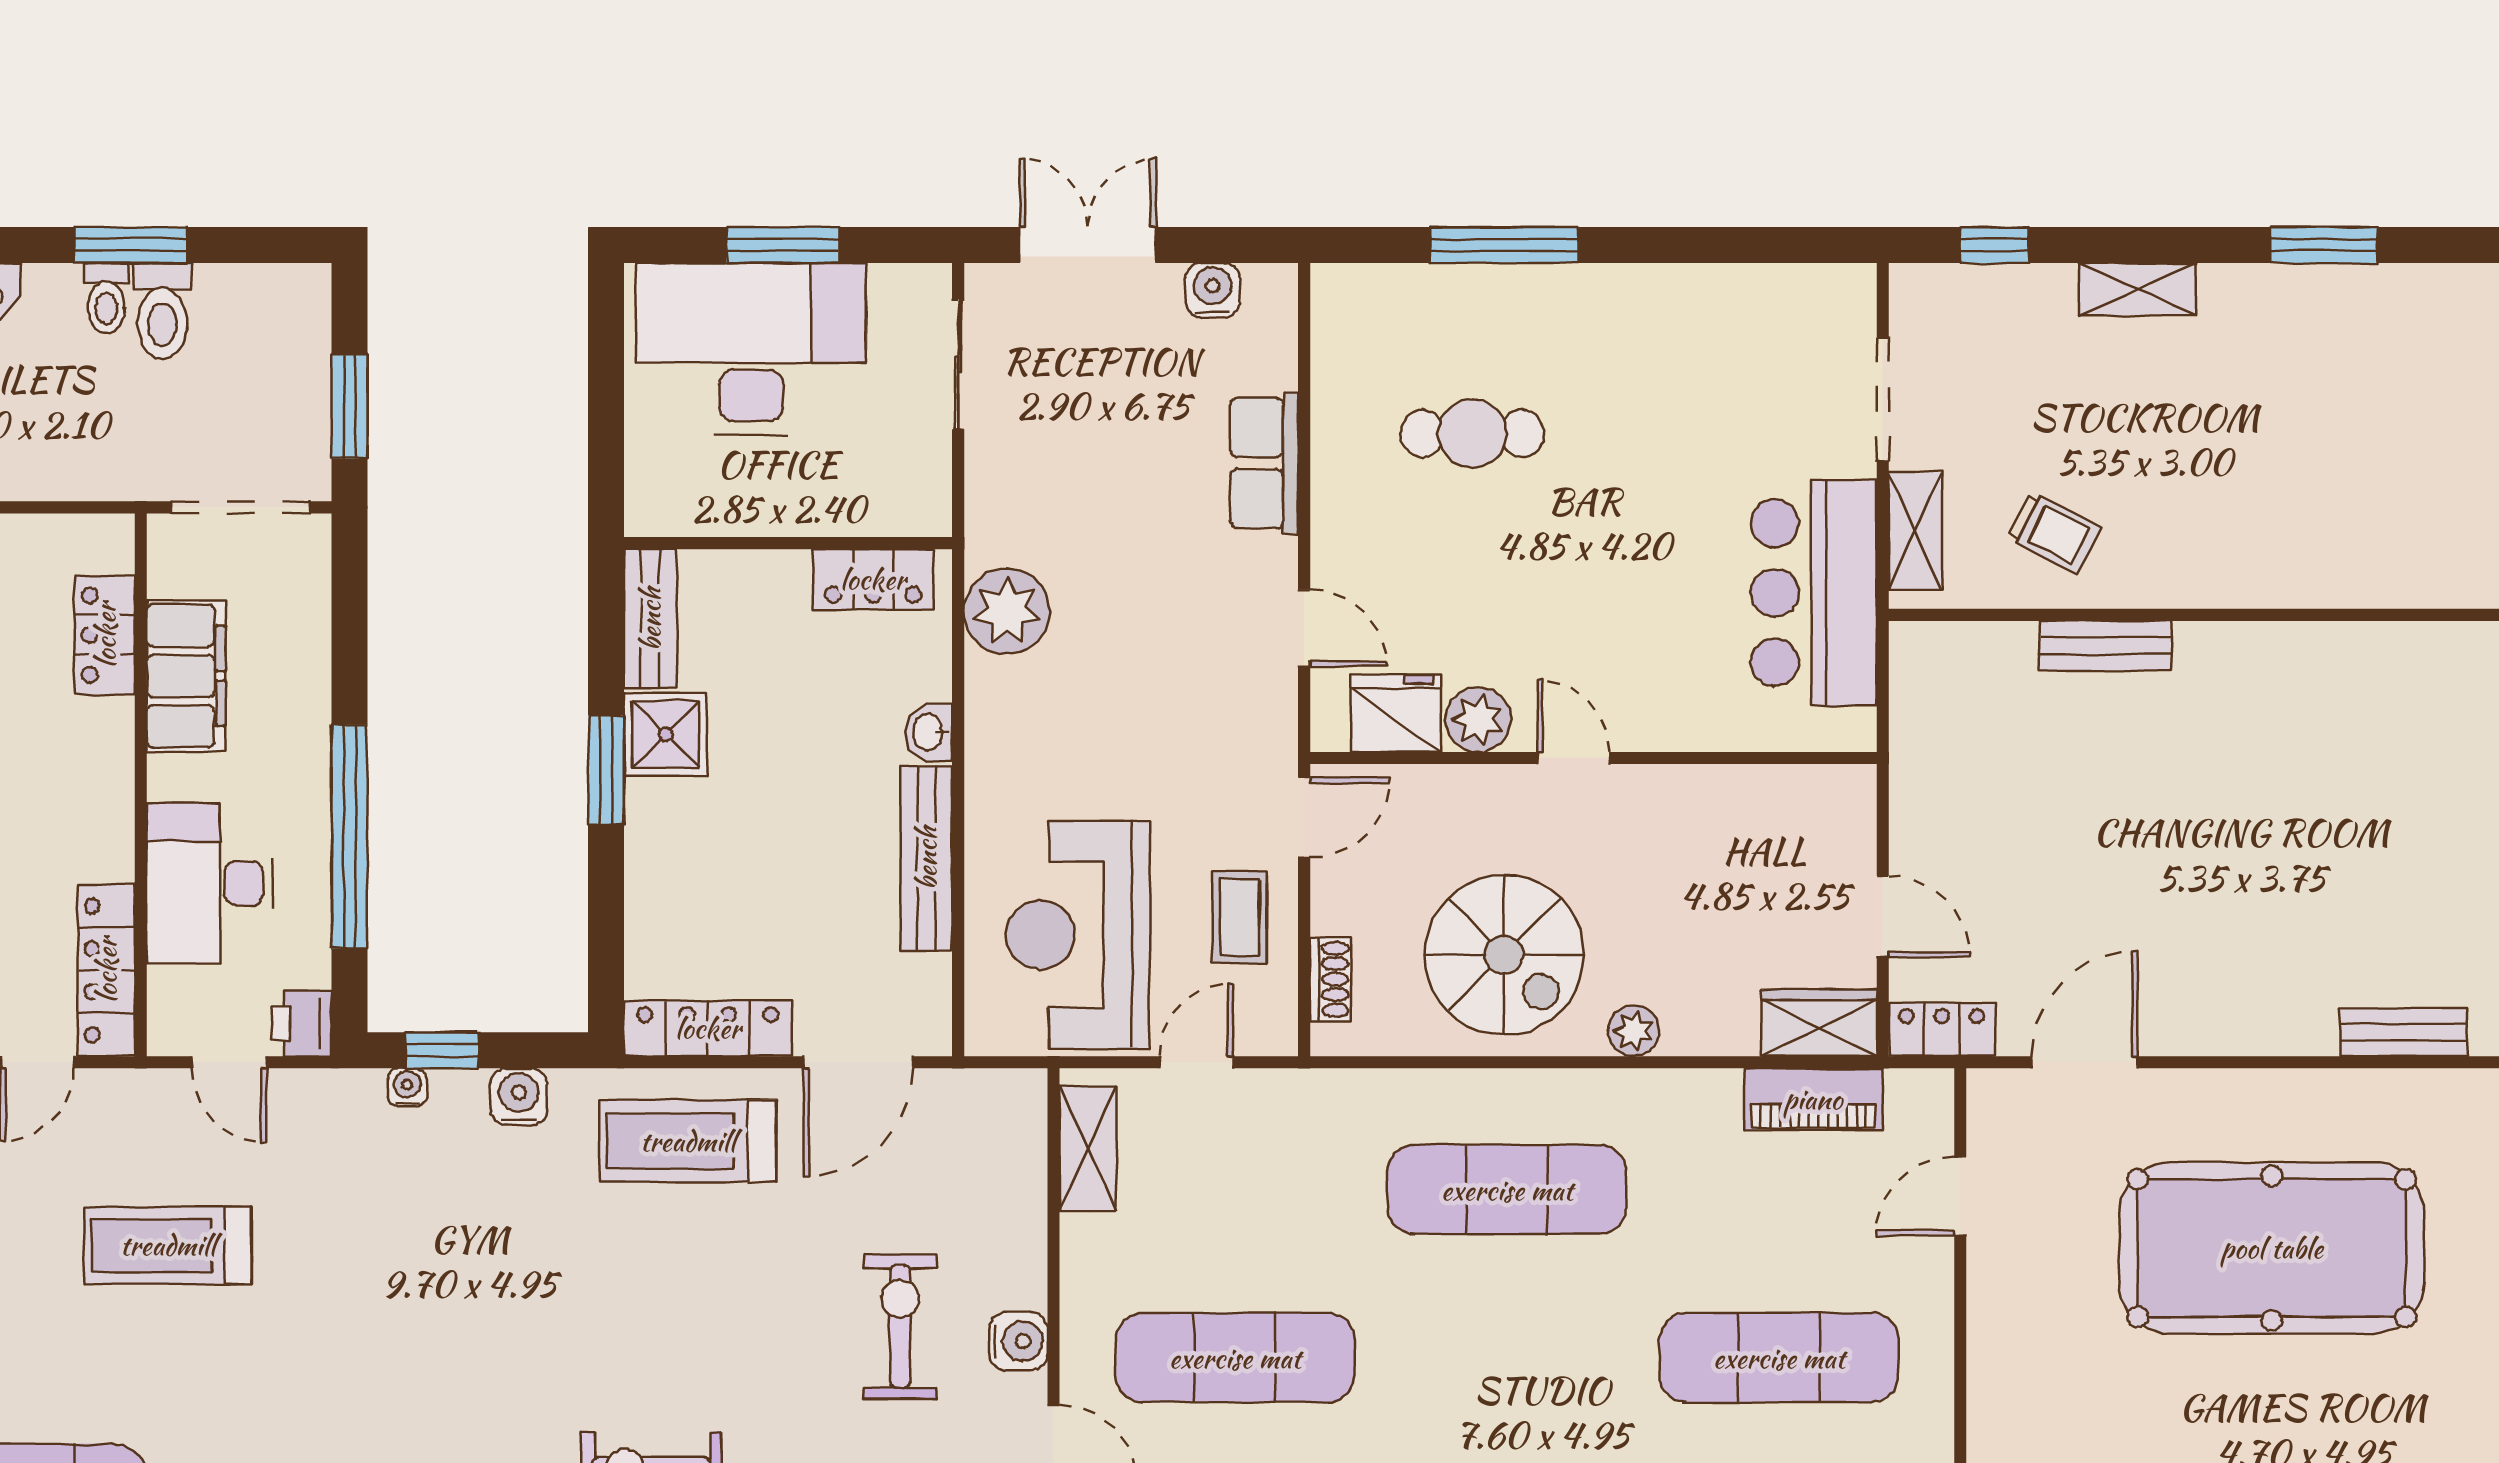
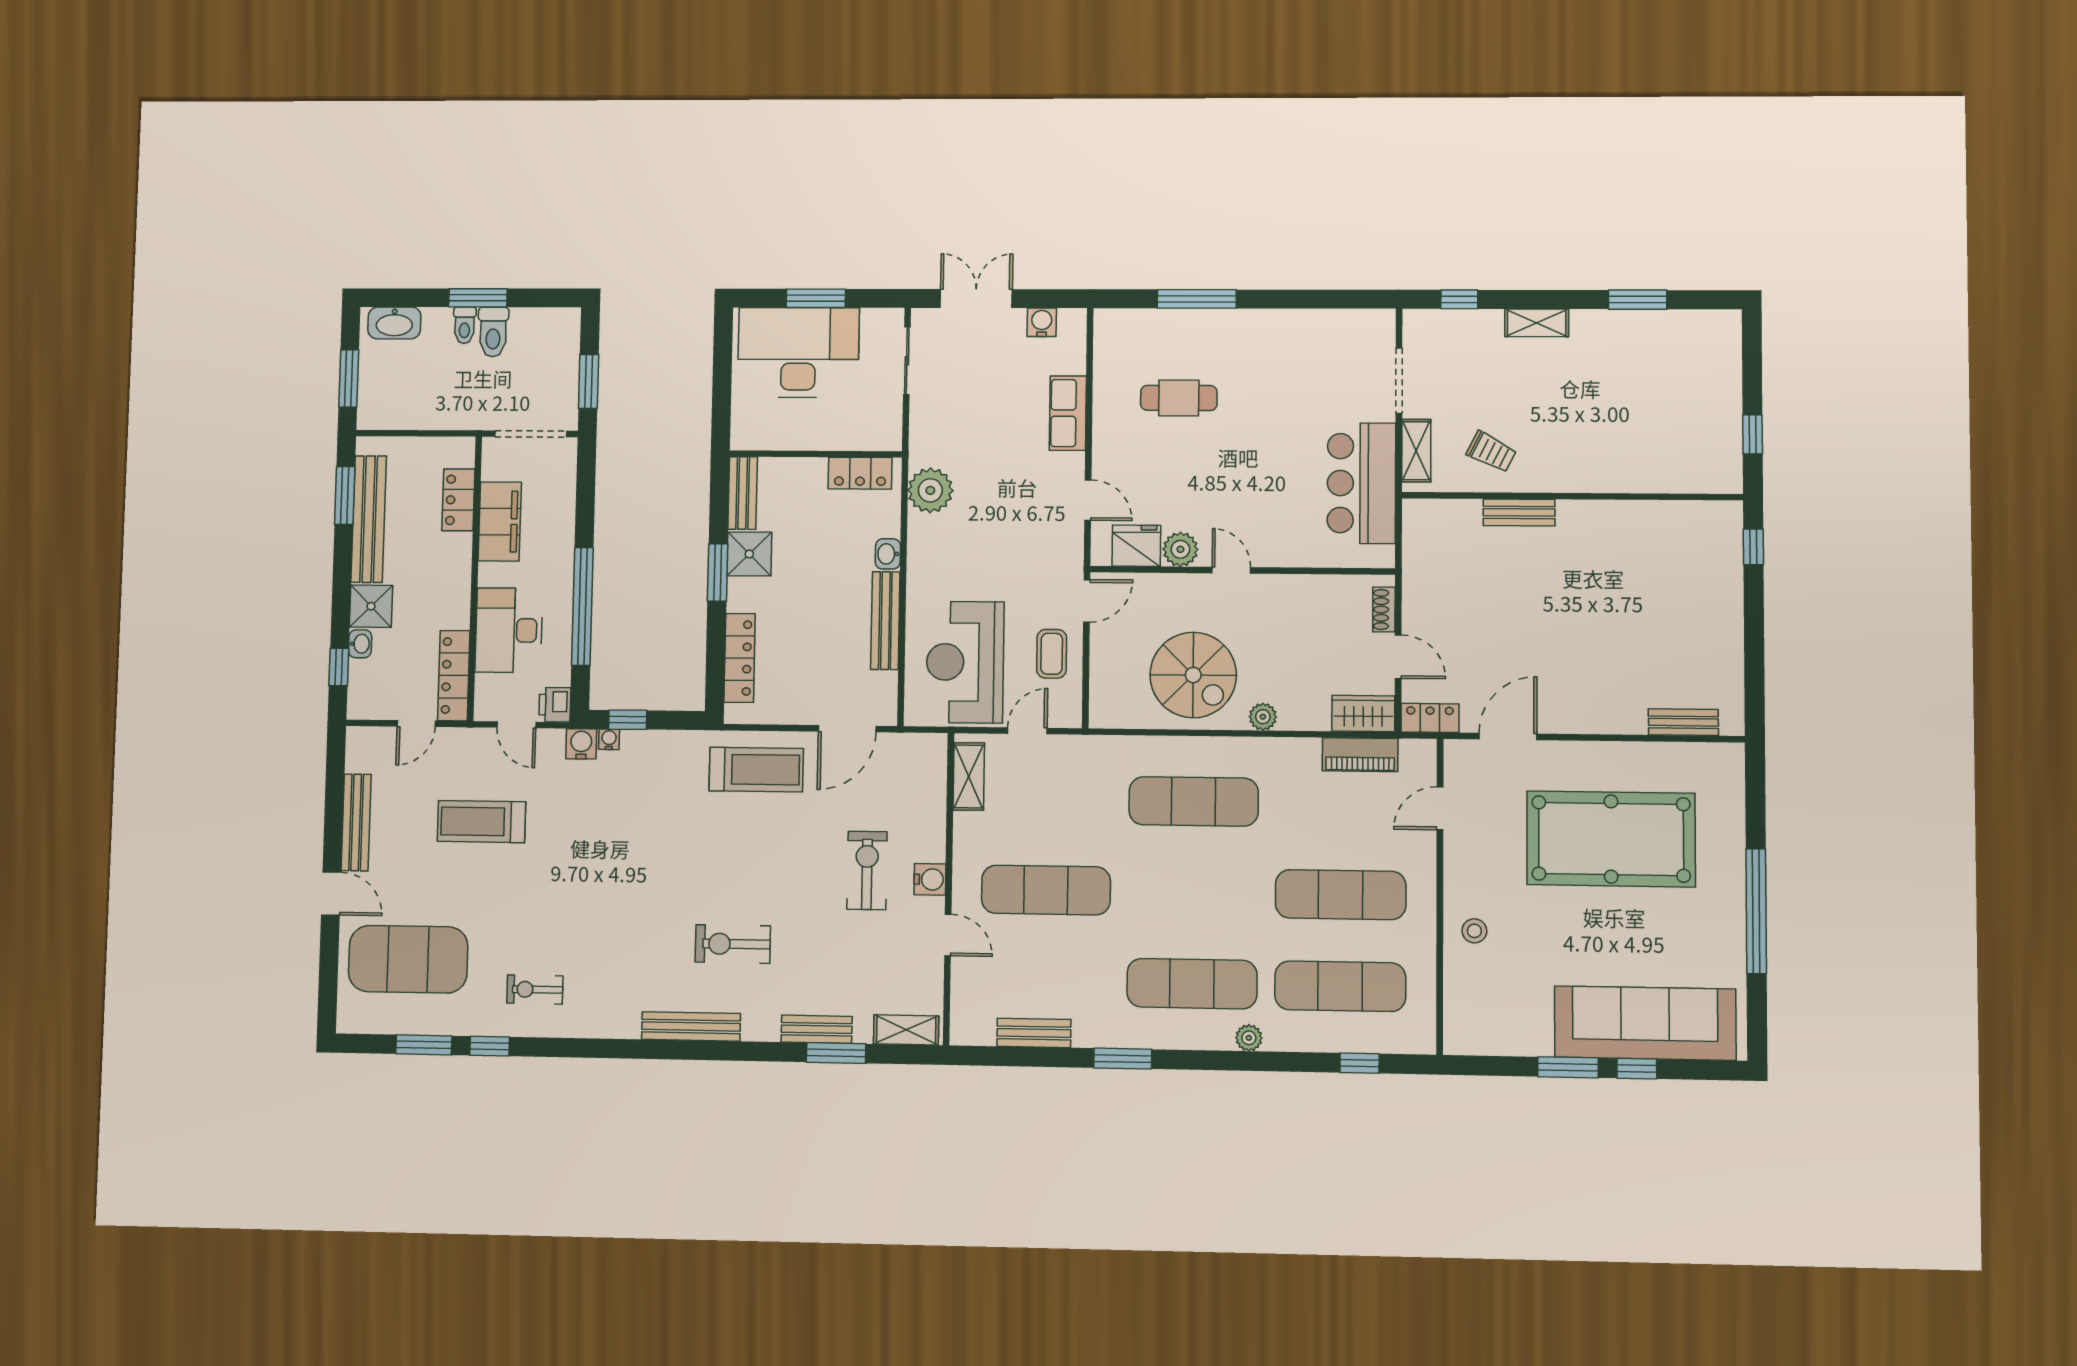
shoe rack: (1330, 979) -> (1384, 610), moved, turned 180
locker: (708, 1028) -> (740, 658), moved, turned 90
water cooler: (519, 1097) -> (581, 744), moved
treadmill: (688, 1141) -> (756, 770), turned 180
stool: (2023, 1420) -> (1474, 931), added

